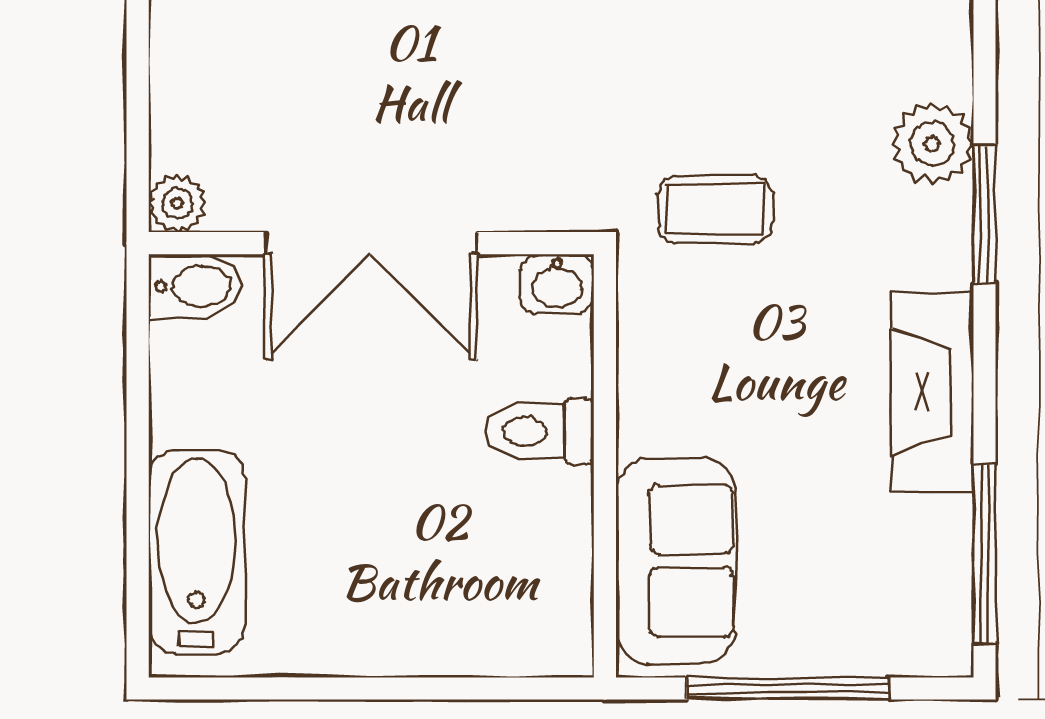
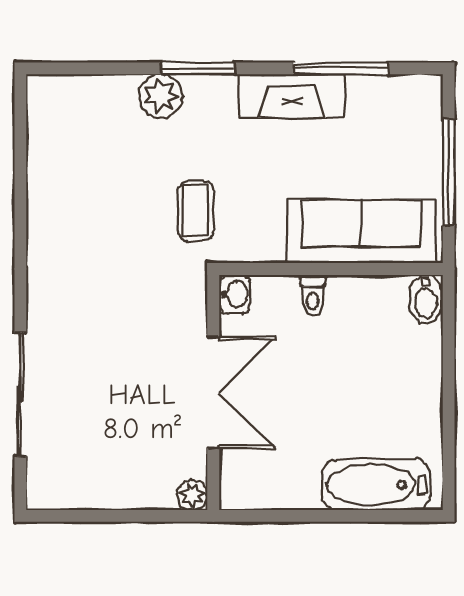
bidet: (195, 286) -> (426, 299), moved, turned 180
toilet: (540, 431) -> (313, 295), width x0.73, depth x0.72
window: (985, 554) -> (341, 68), moved
sofa: (676, 561) -> (361, 232), width x1.36

